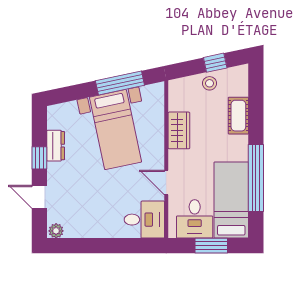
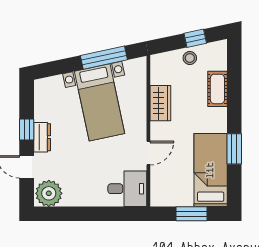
dresser: (56, 146) -> (42, 137), moved
window: (256, 178) -> (234, 149), width x0.47
door: (166, 182) -> (148, 153), swing flipped
desk: (195, 219) -> (175, 188), removed
plant: (56, 231) -> (49, 193), width x1.88, depth x1.88

